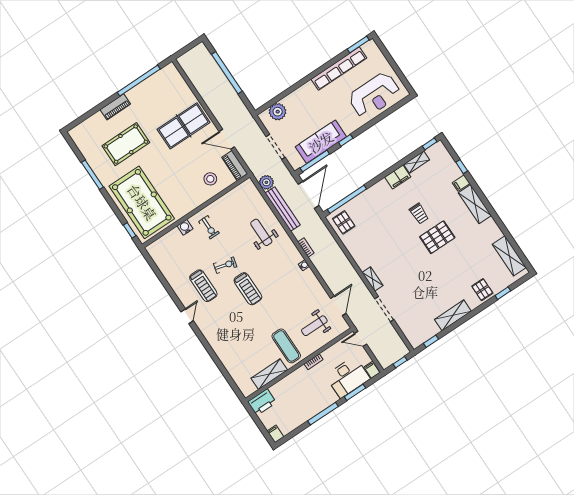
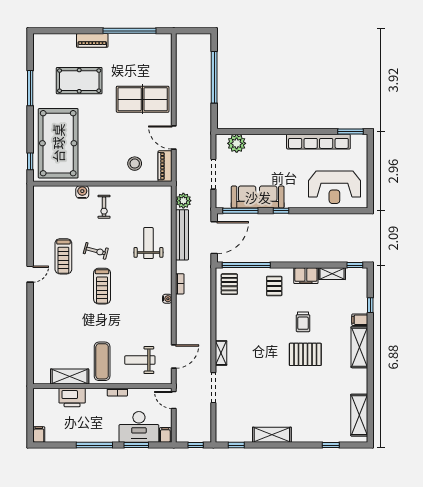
pallet: (482, 290) -> (274, 286), moved
printer: (262, 402) -> (72, 398), moved

